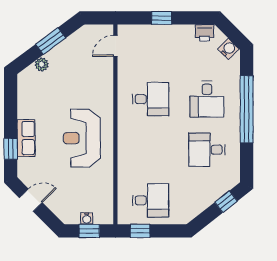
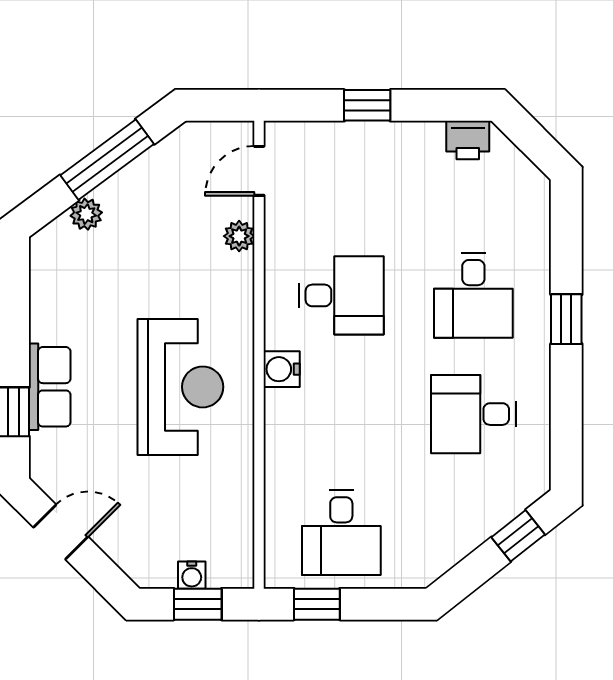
window: (51, 41) -> (107, 160), width x1.44
water cooler: (228, 49) -> (282, 369), moved, turned -135
plant: (107, 74) -> (239, 236), added
window: (247, 109) -> (566, 319), width x0.32
reception desk: (82, 138) -> (180, 387), turned 180
desk: (151, 200) -> (341, 533), turned 90

